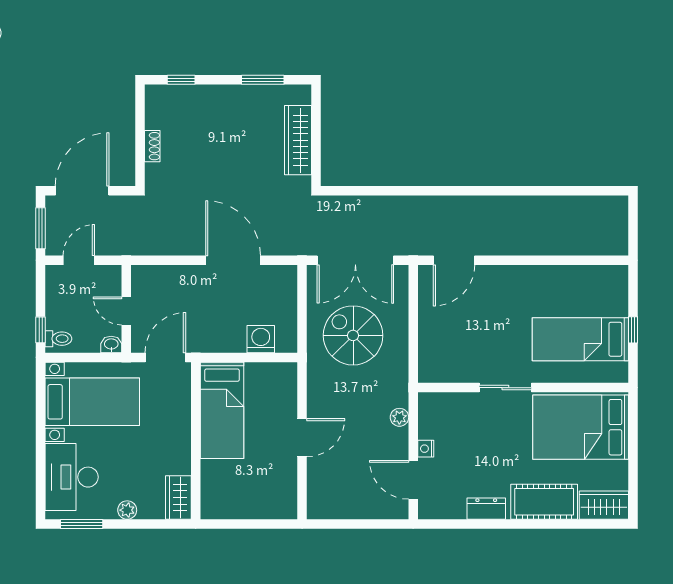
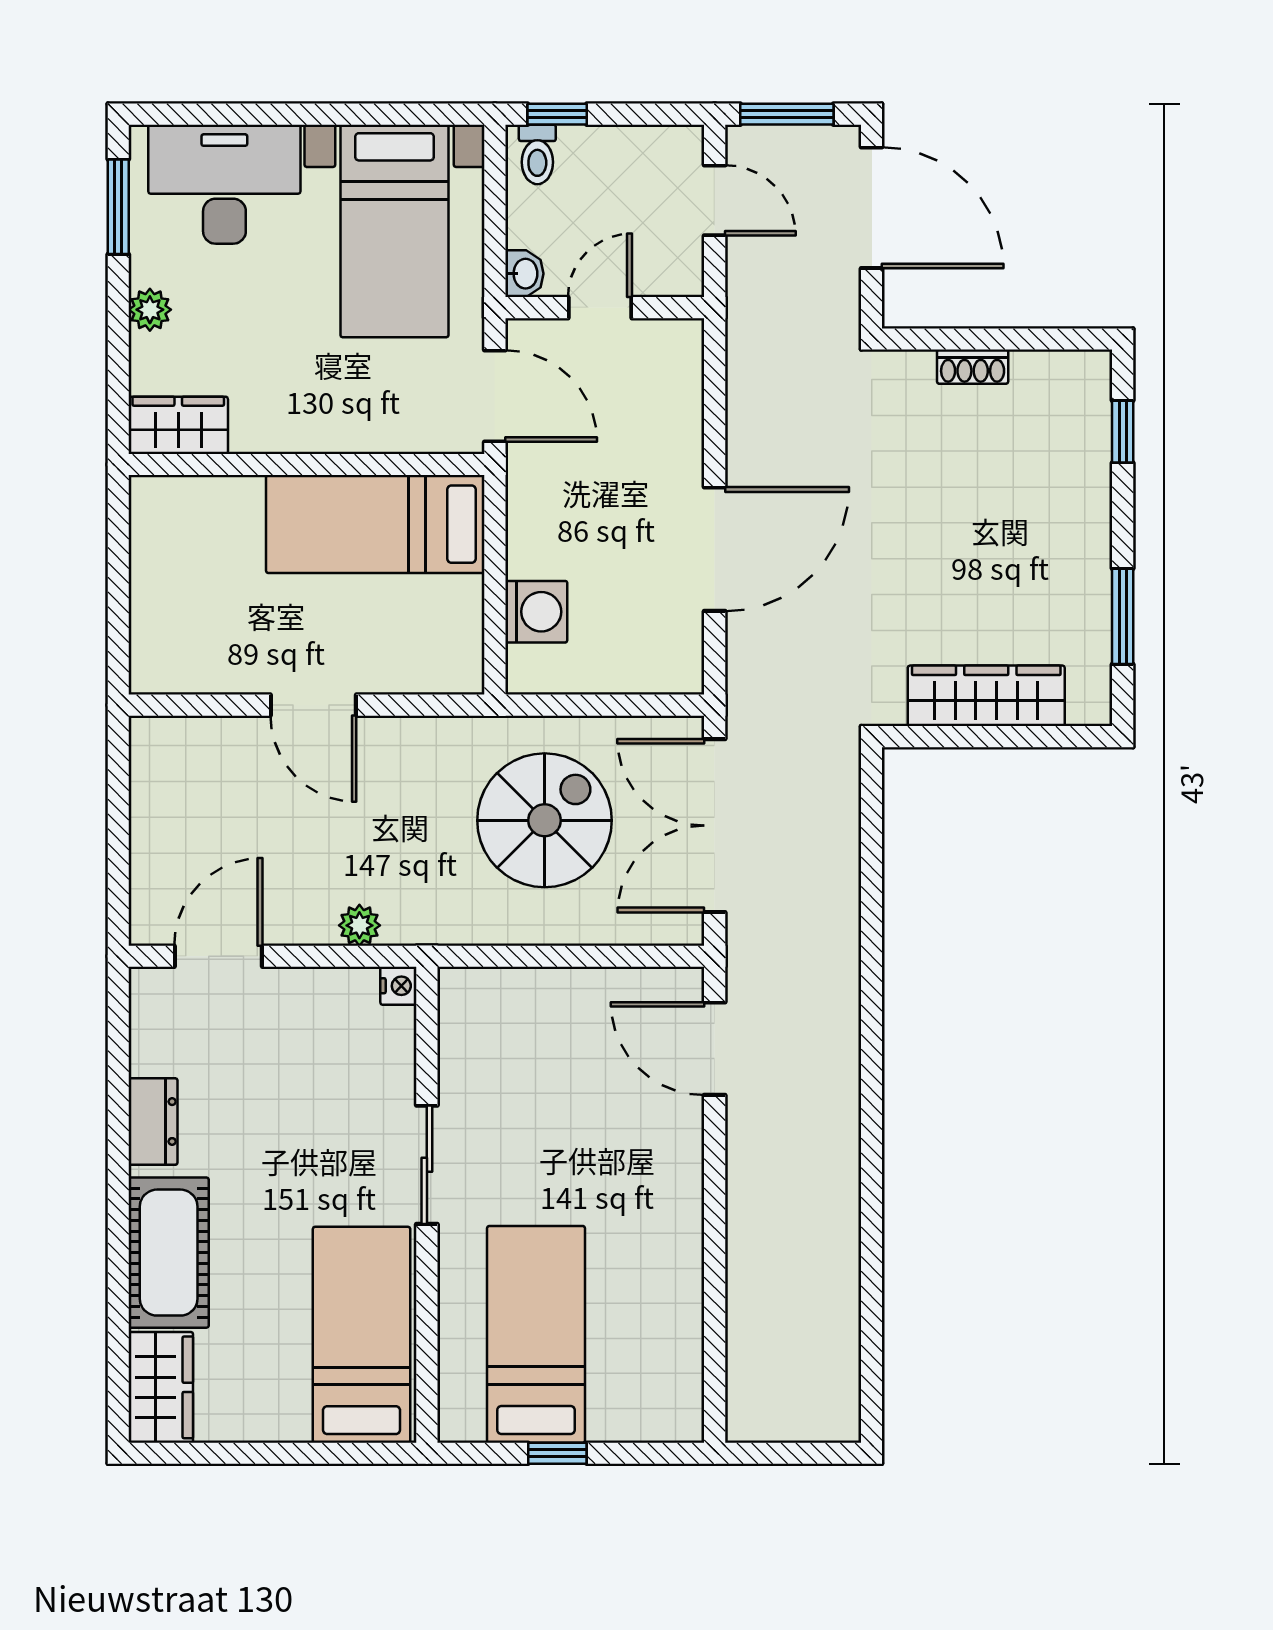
bed: (581, 427) -> (362, 1335), width x0.67
nightstand: (426, 449) -> (398, 986), moved, turned 90

